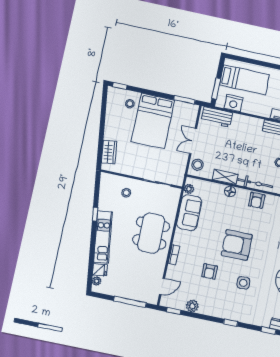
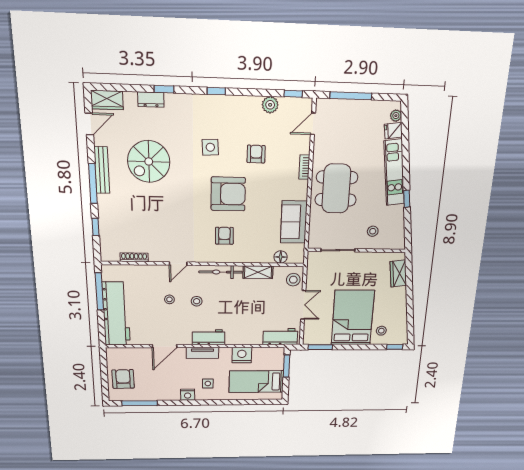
nightstand: (233, 103) -> (242, 355), moved
plant: (189, 189) -> (299, 250), removed
floor lamp: (230, 191) -> (281, 257), moved
armchair: (257, 200) -> (224, 236), moved

